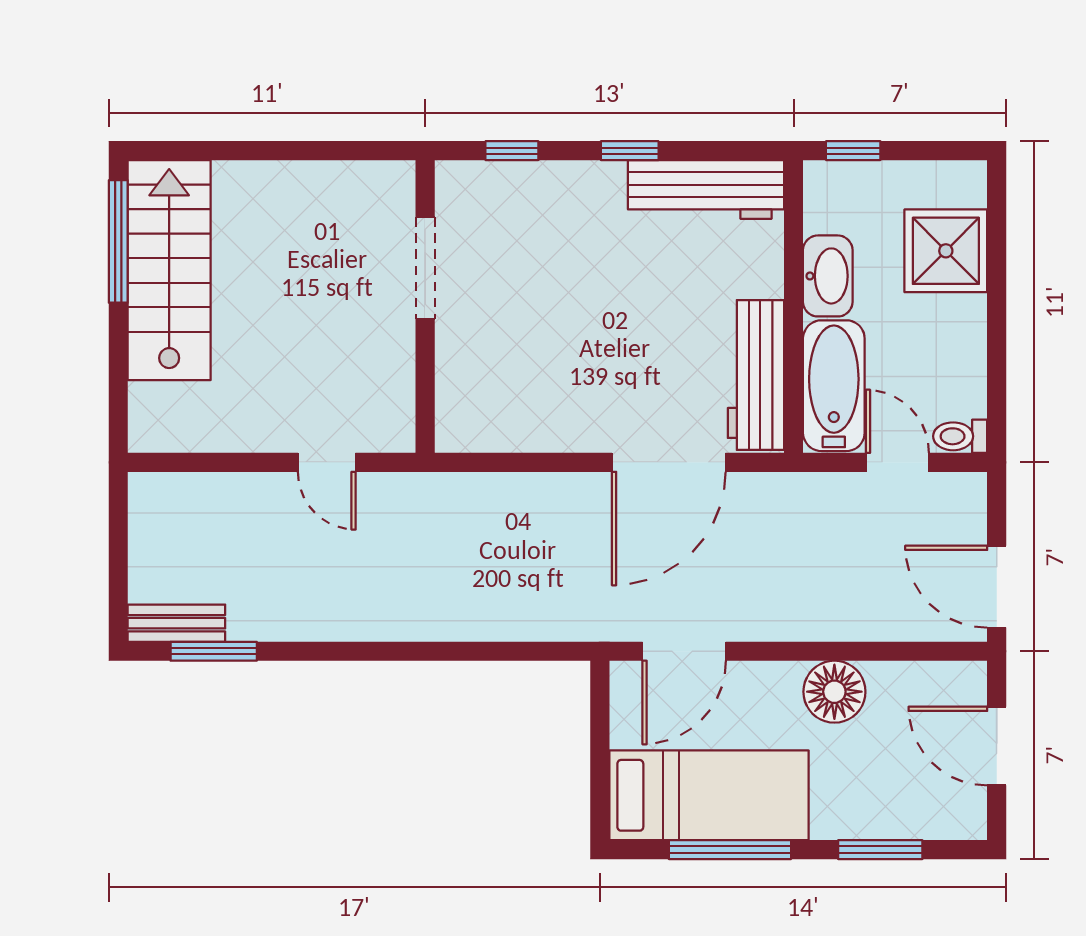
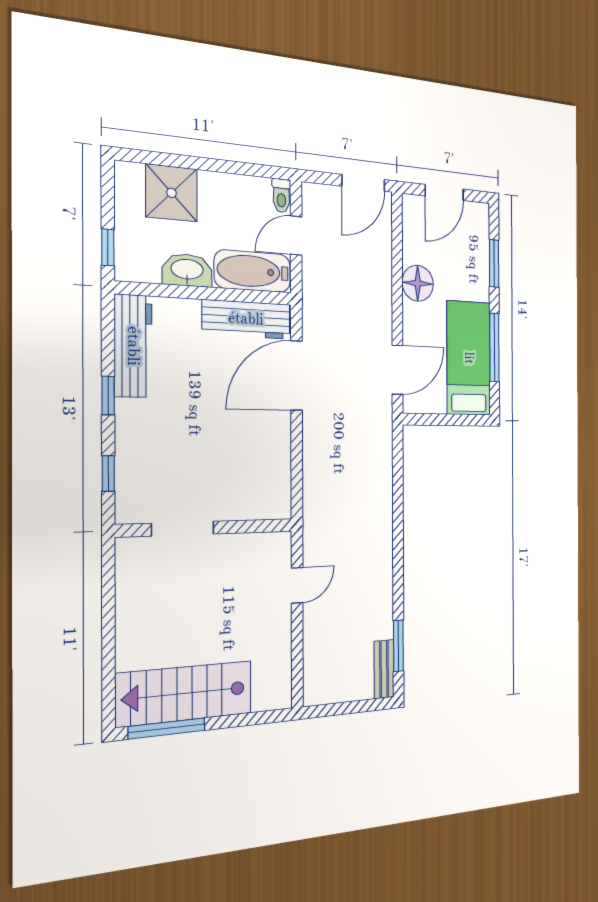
door: (669, 462) -> (297, 376), swing flipped
door: (684, 651) -> (397, 370), hinge flipped

